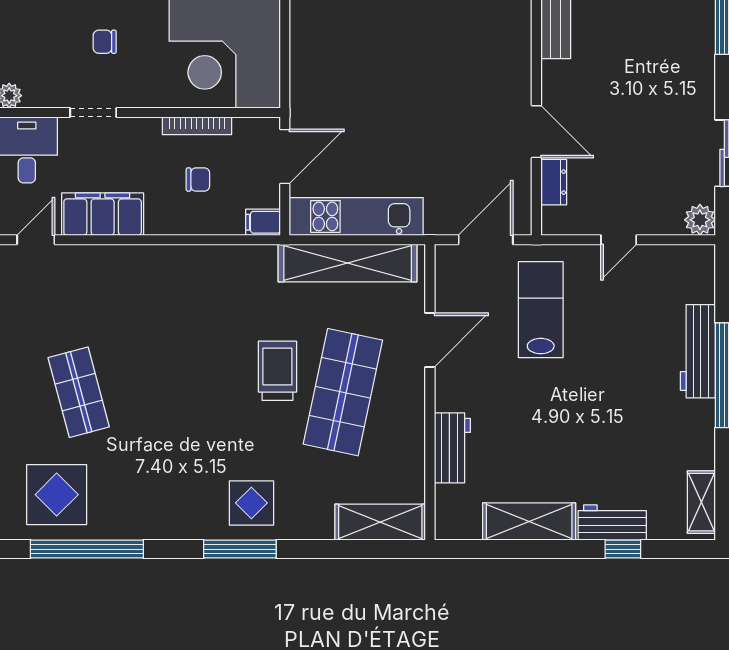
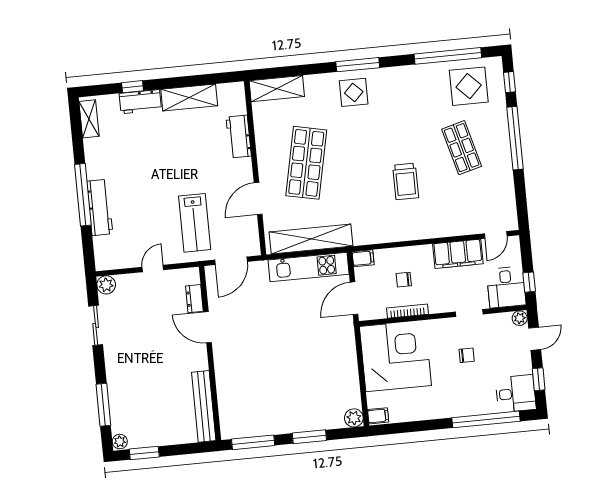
trolley: (277, 371) -> (406, 181), moved

